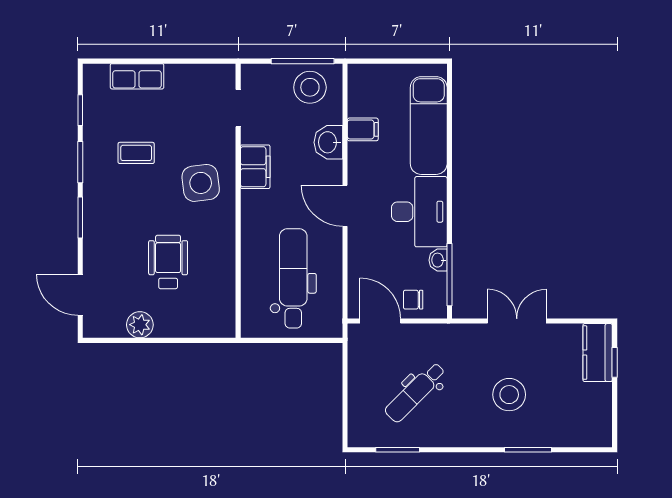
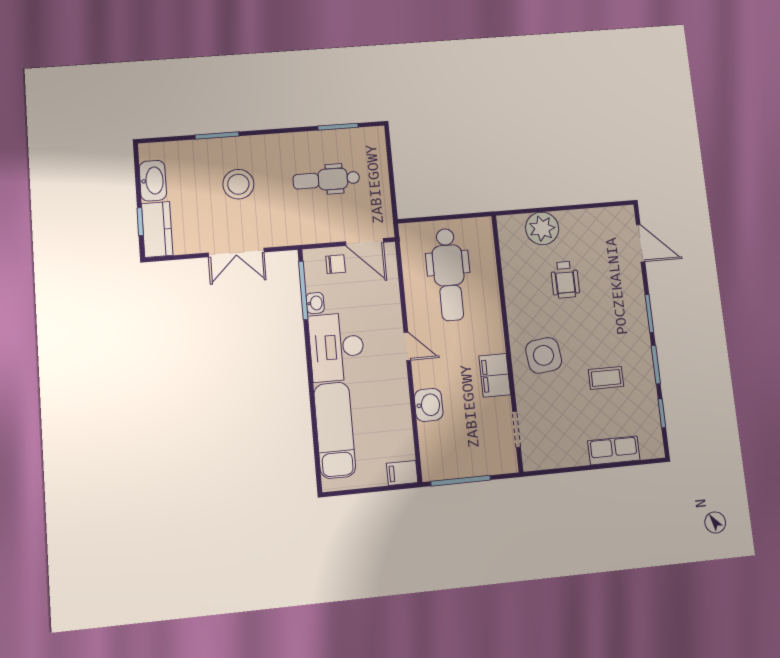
stool: (310, 87) -> (451, 456), removed
filing cabinet: (363, 129) -> (402, 473), moved
door: (345, 206) -> (407, 346), width x0.73
wheelchair: (168, 262) -> (565, 280), width x0.73, depth x0.73
plant: (140, 325) -> (542, 228), moved, width x1.36, depth x1.36
dental chair: (415, 392) -> (326, 180), turned -135
washbasin: (599, 406) -> (153, 181), added

